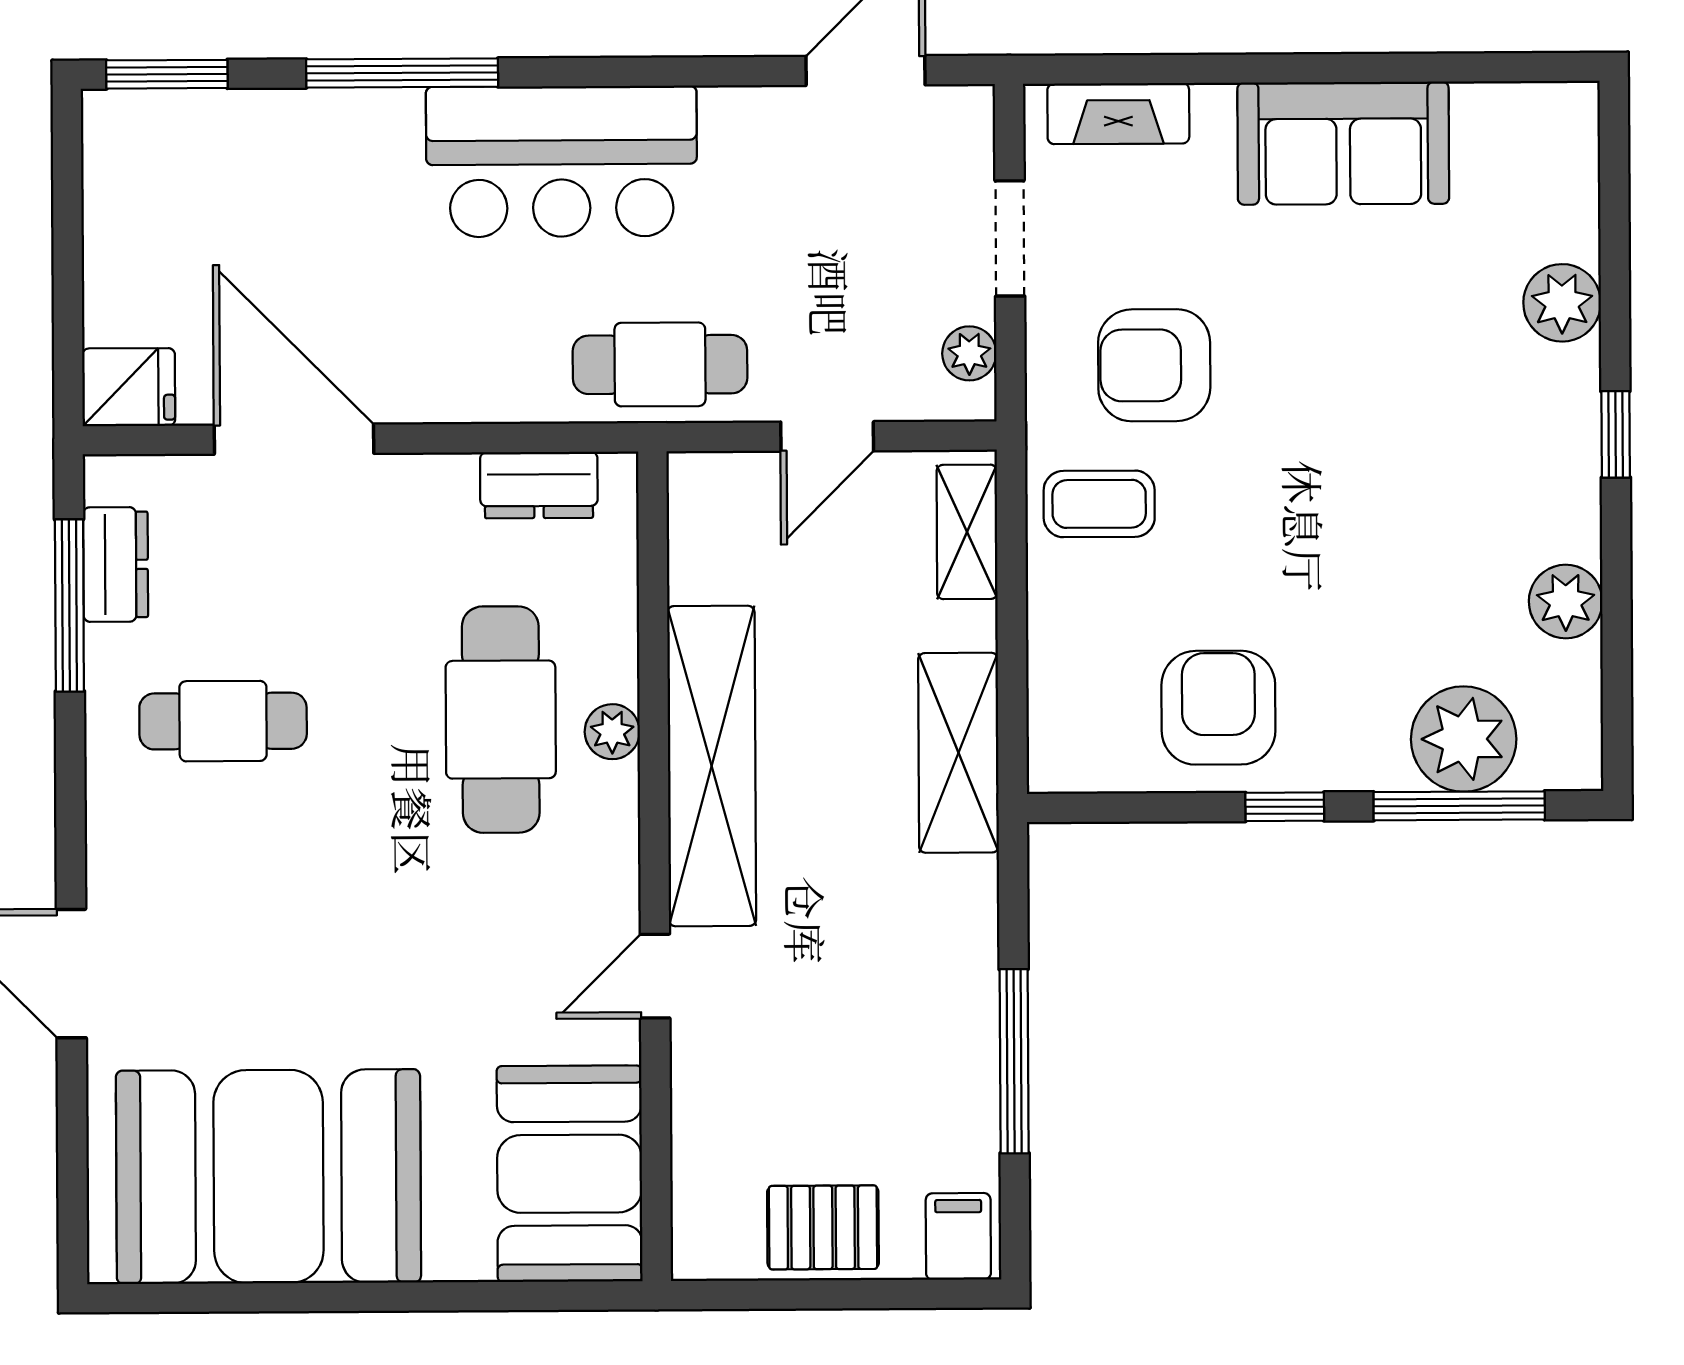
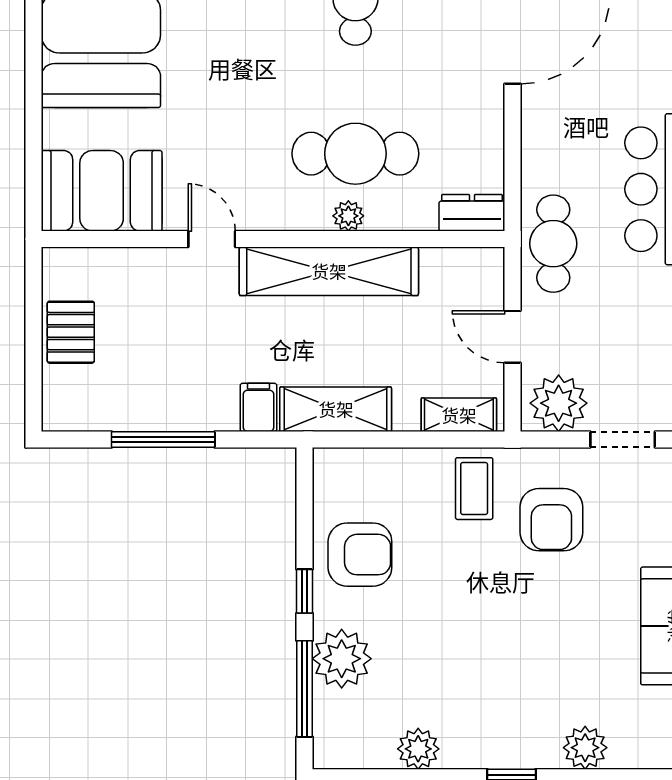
plant: (969, 353) -> (559, 403), width x1.88, depth x1.88
armchair: (1154, 365) -> (551, 520), turned 180
dresser: (539, 485) -> (472, 213), moved, turned 90
plant: (1464, 739) -> (342, 659), moved
filing cabinet: (958, 1236) -> (259, 407), moved, turned -90

